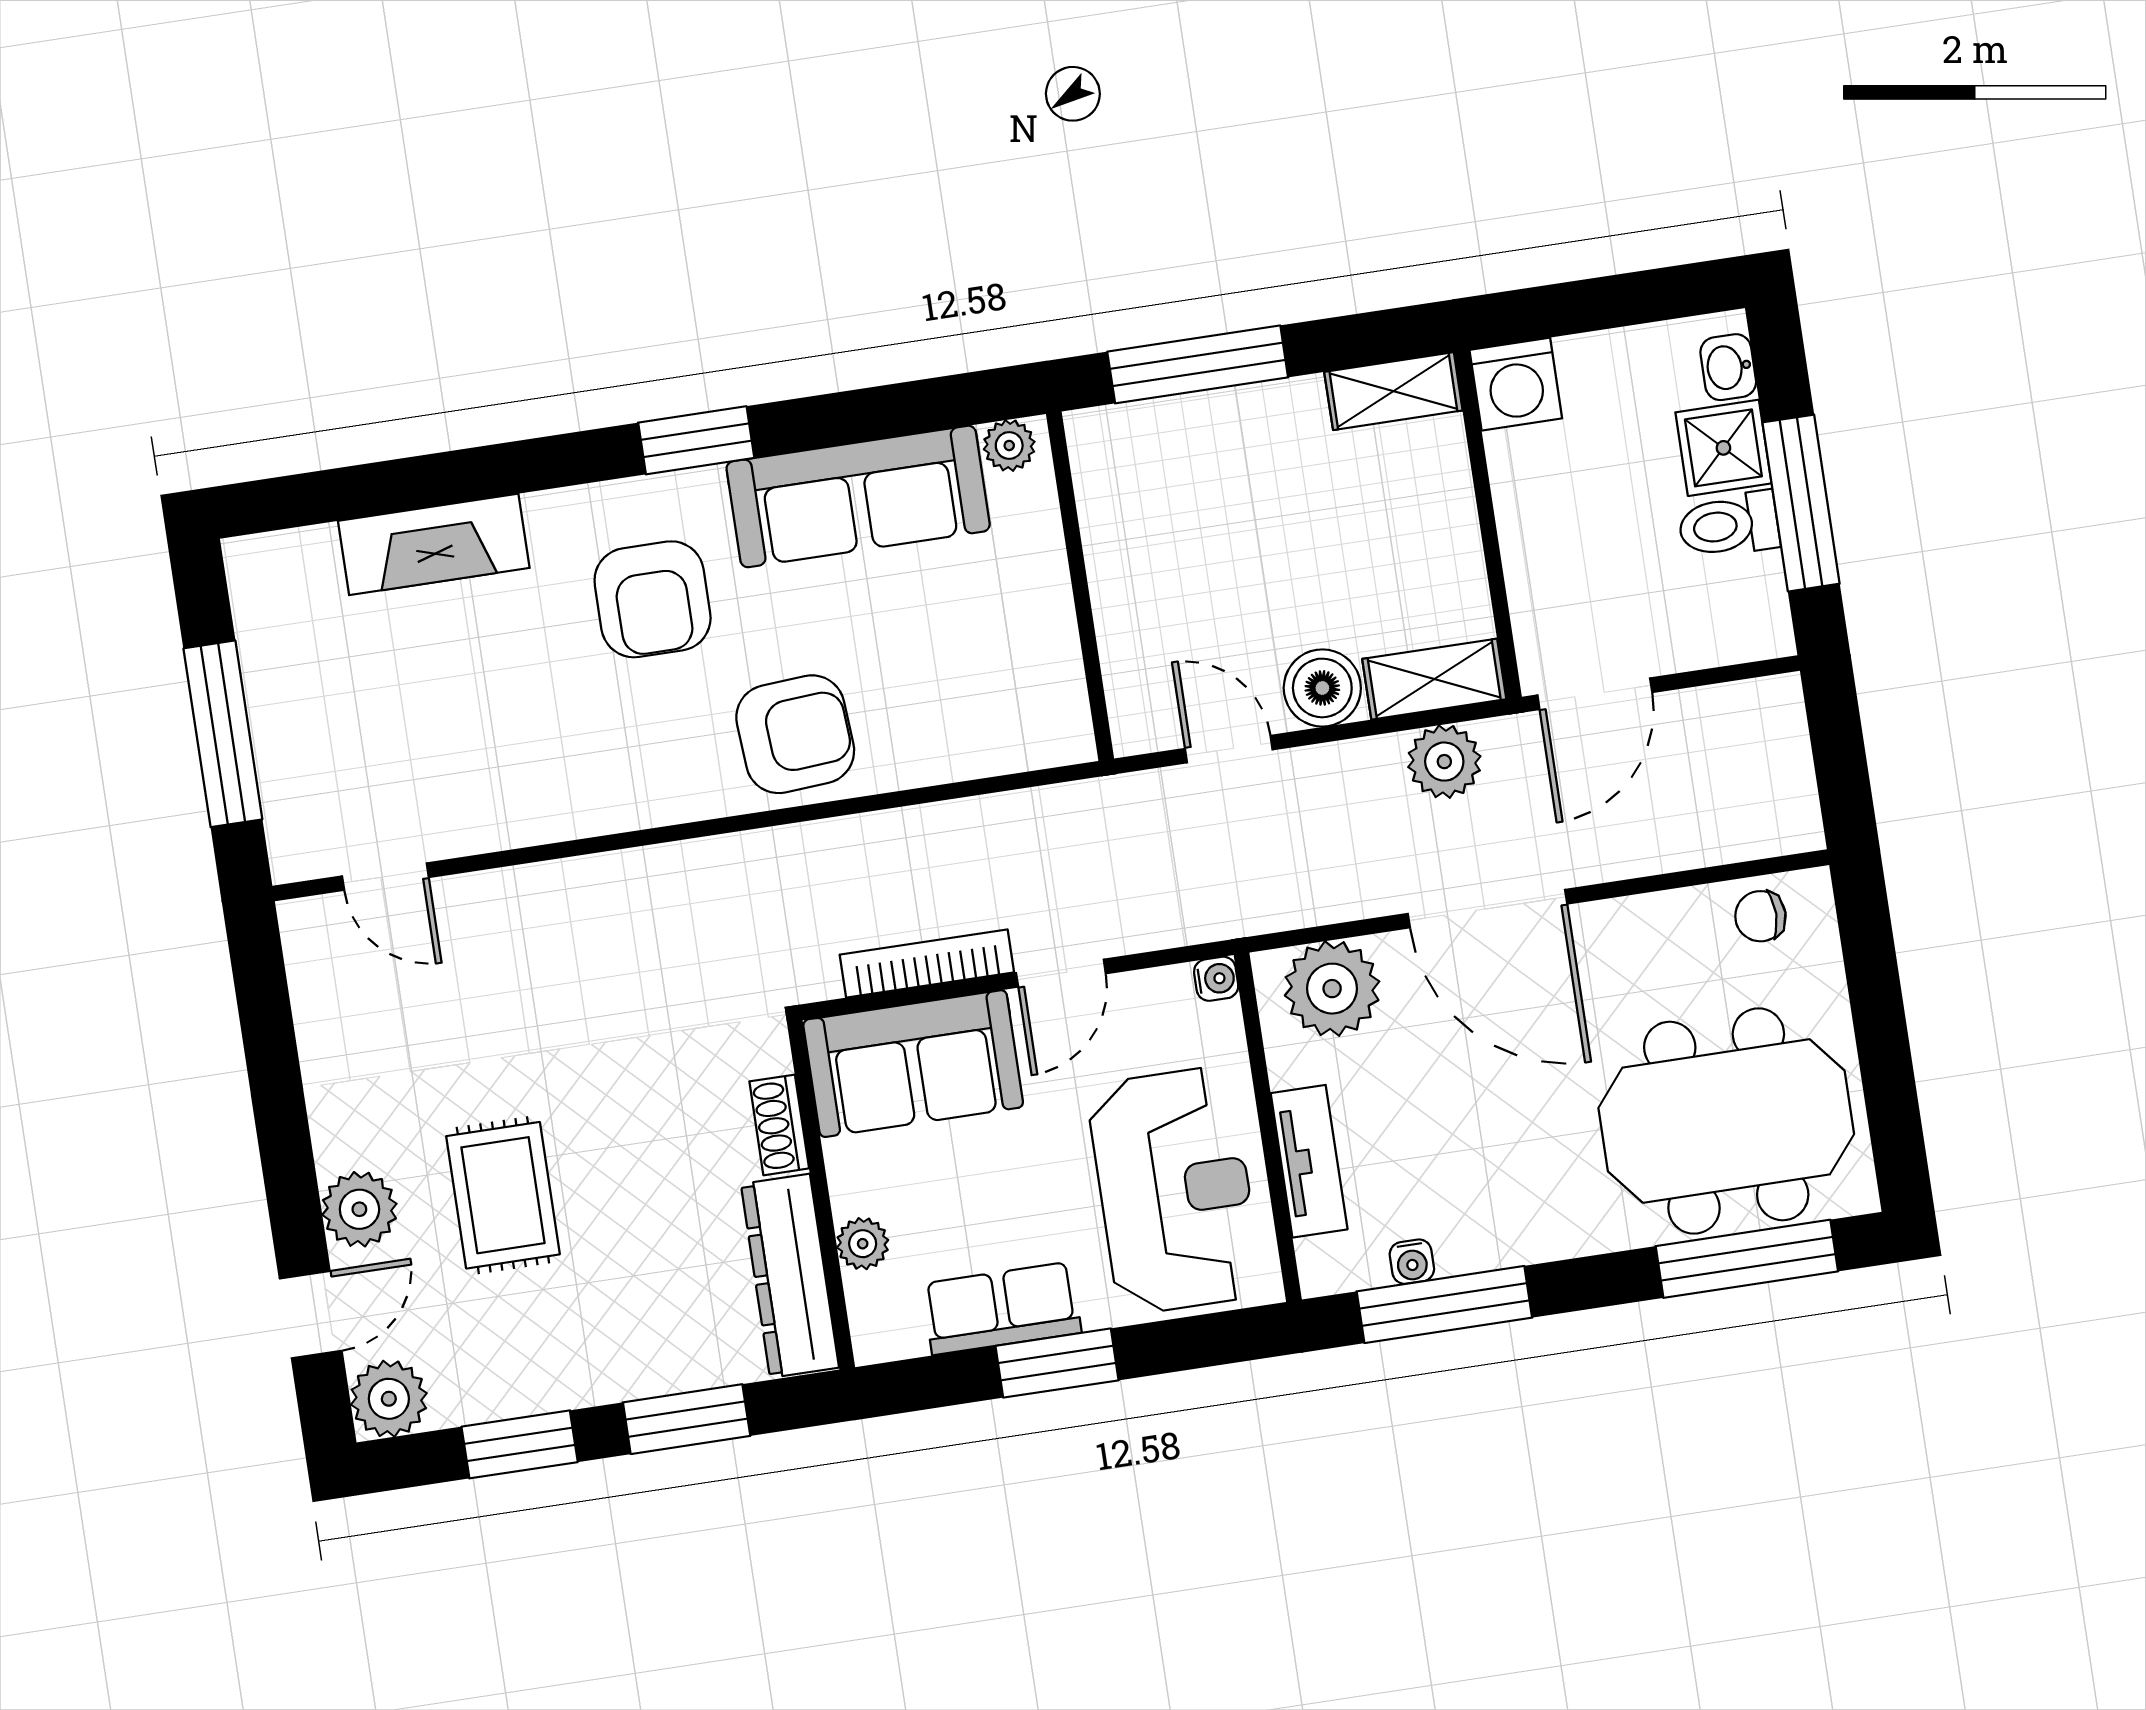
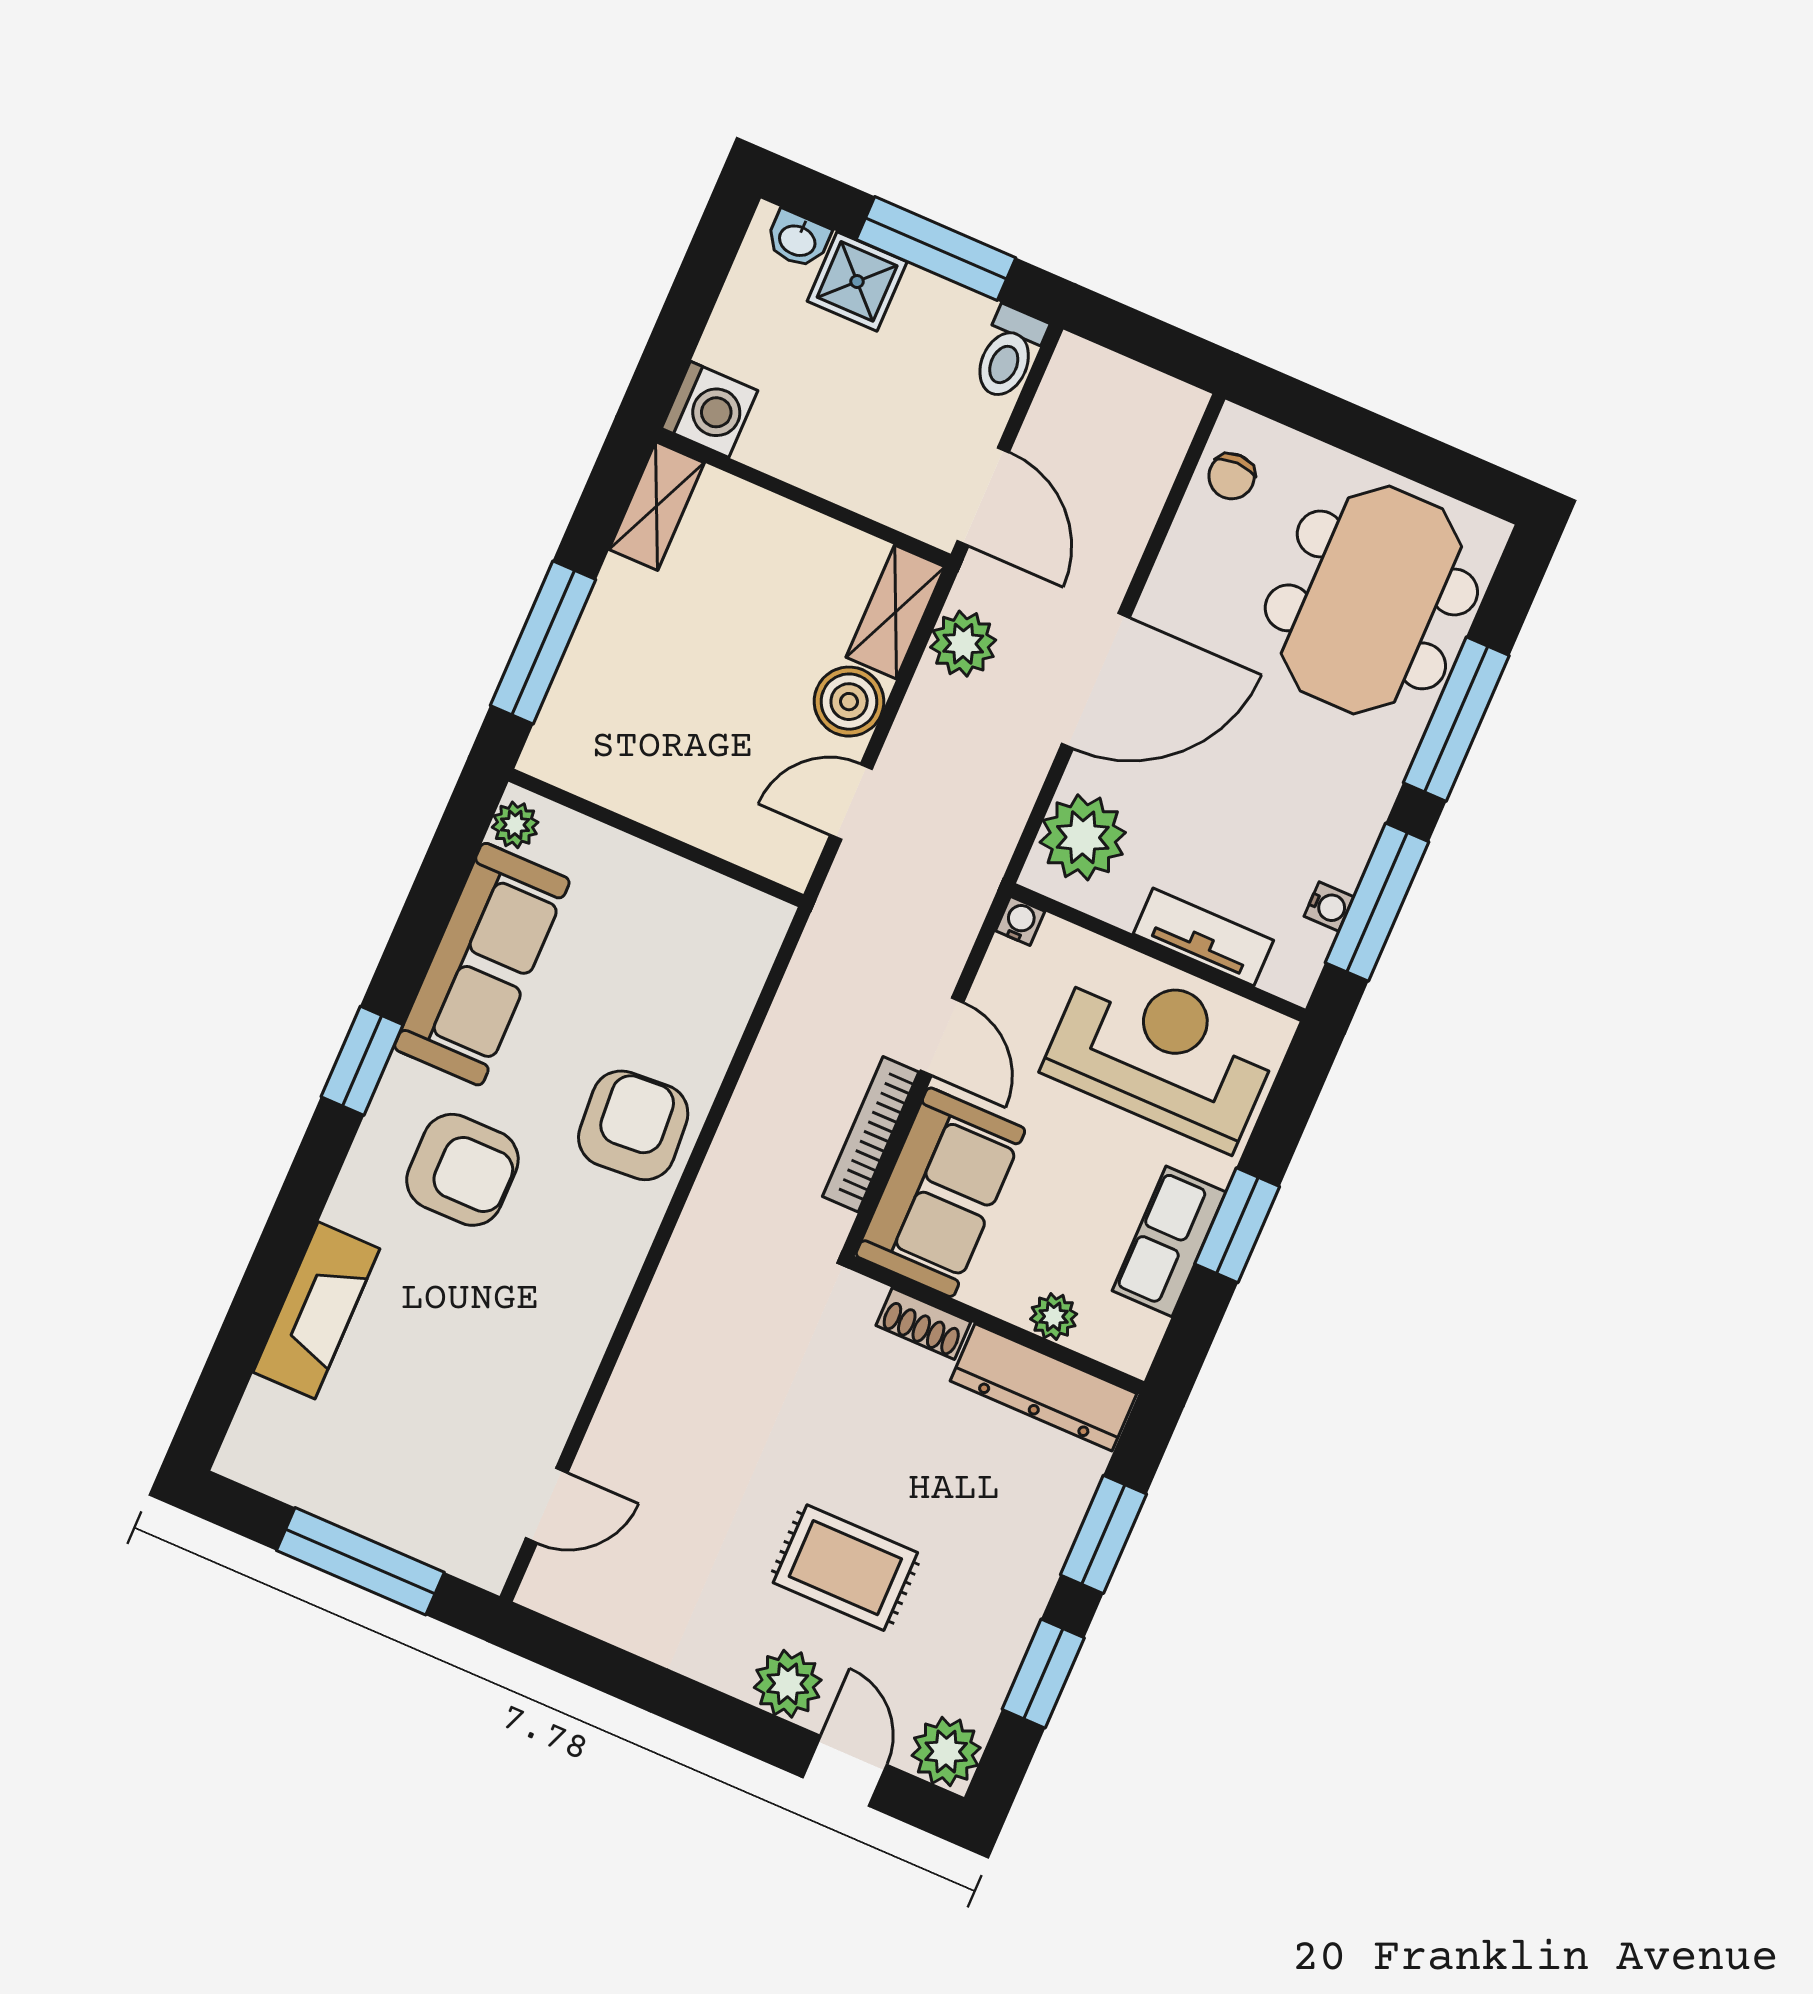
toilet: (1729, 525) -> (1009, 353), moved
window: (1747, 1259) -> (1456, 719), moved

